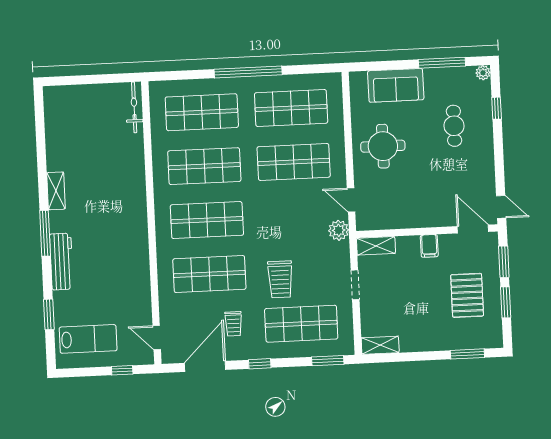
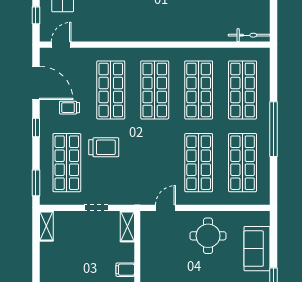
plant: (339, 230) -> (141, 197), removed
trolley: (280, 279) -> (104, 147), turned 180

